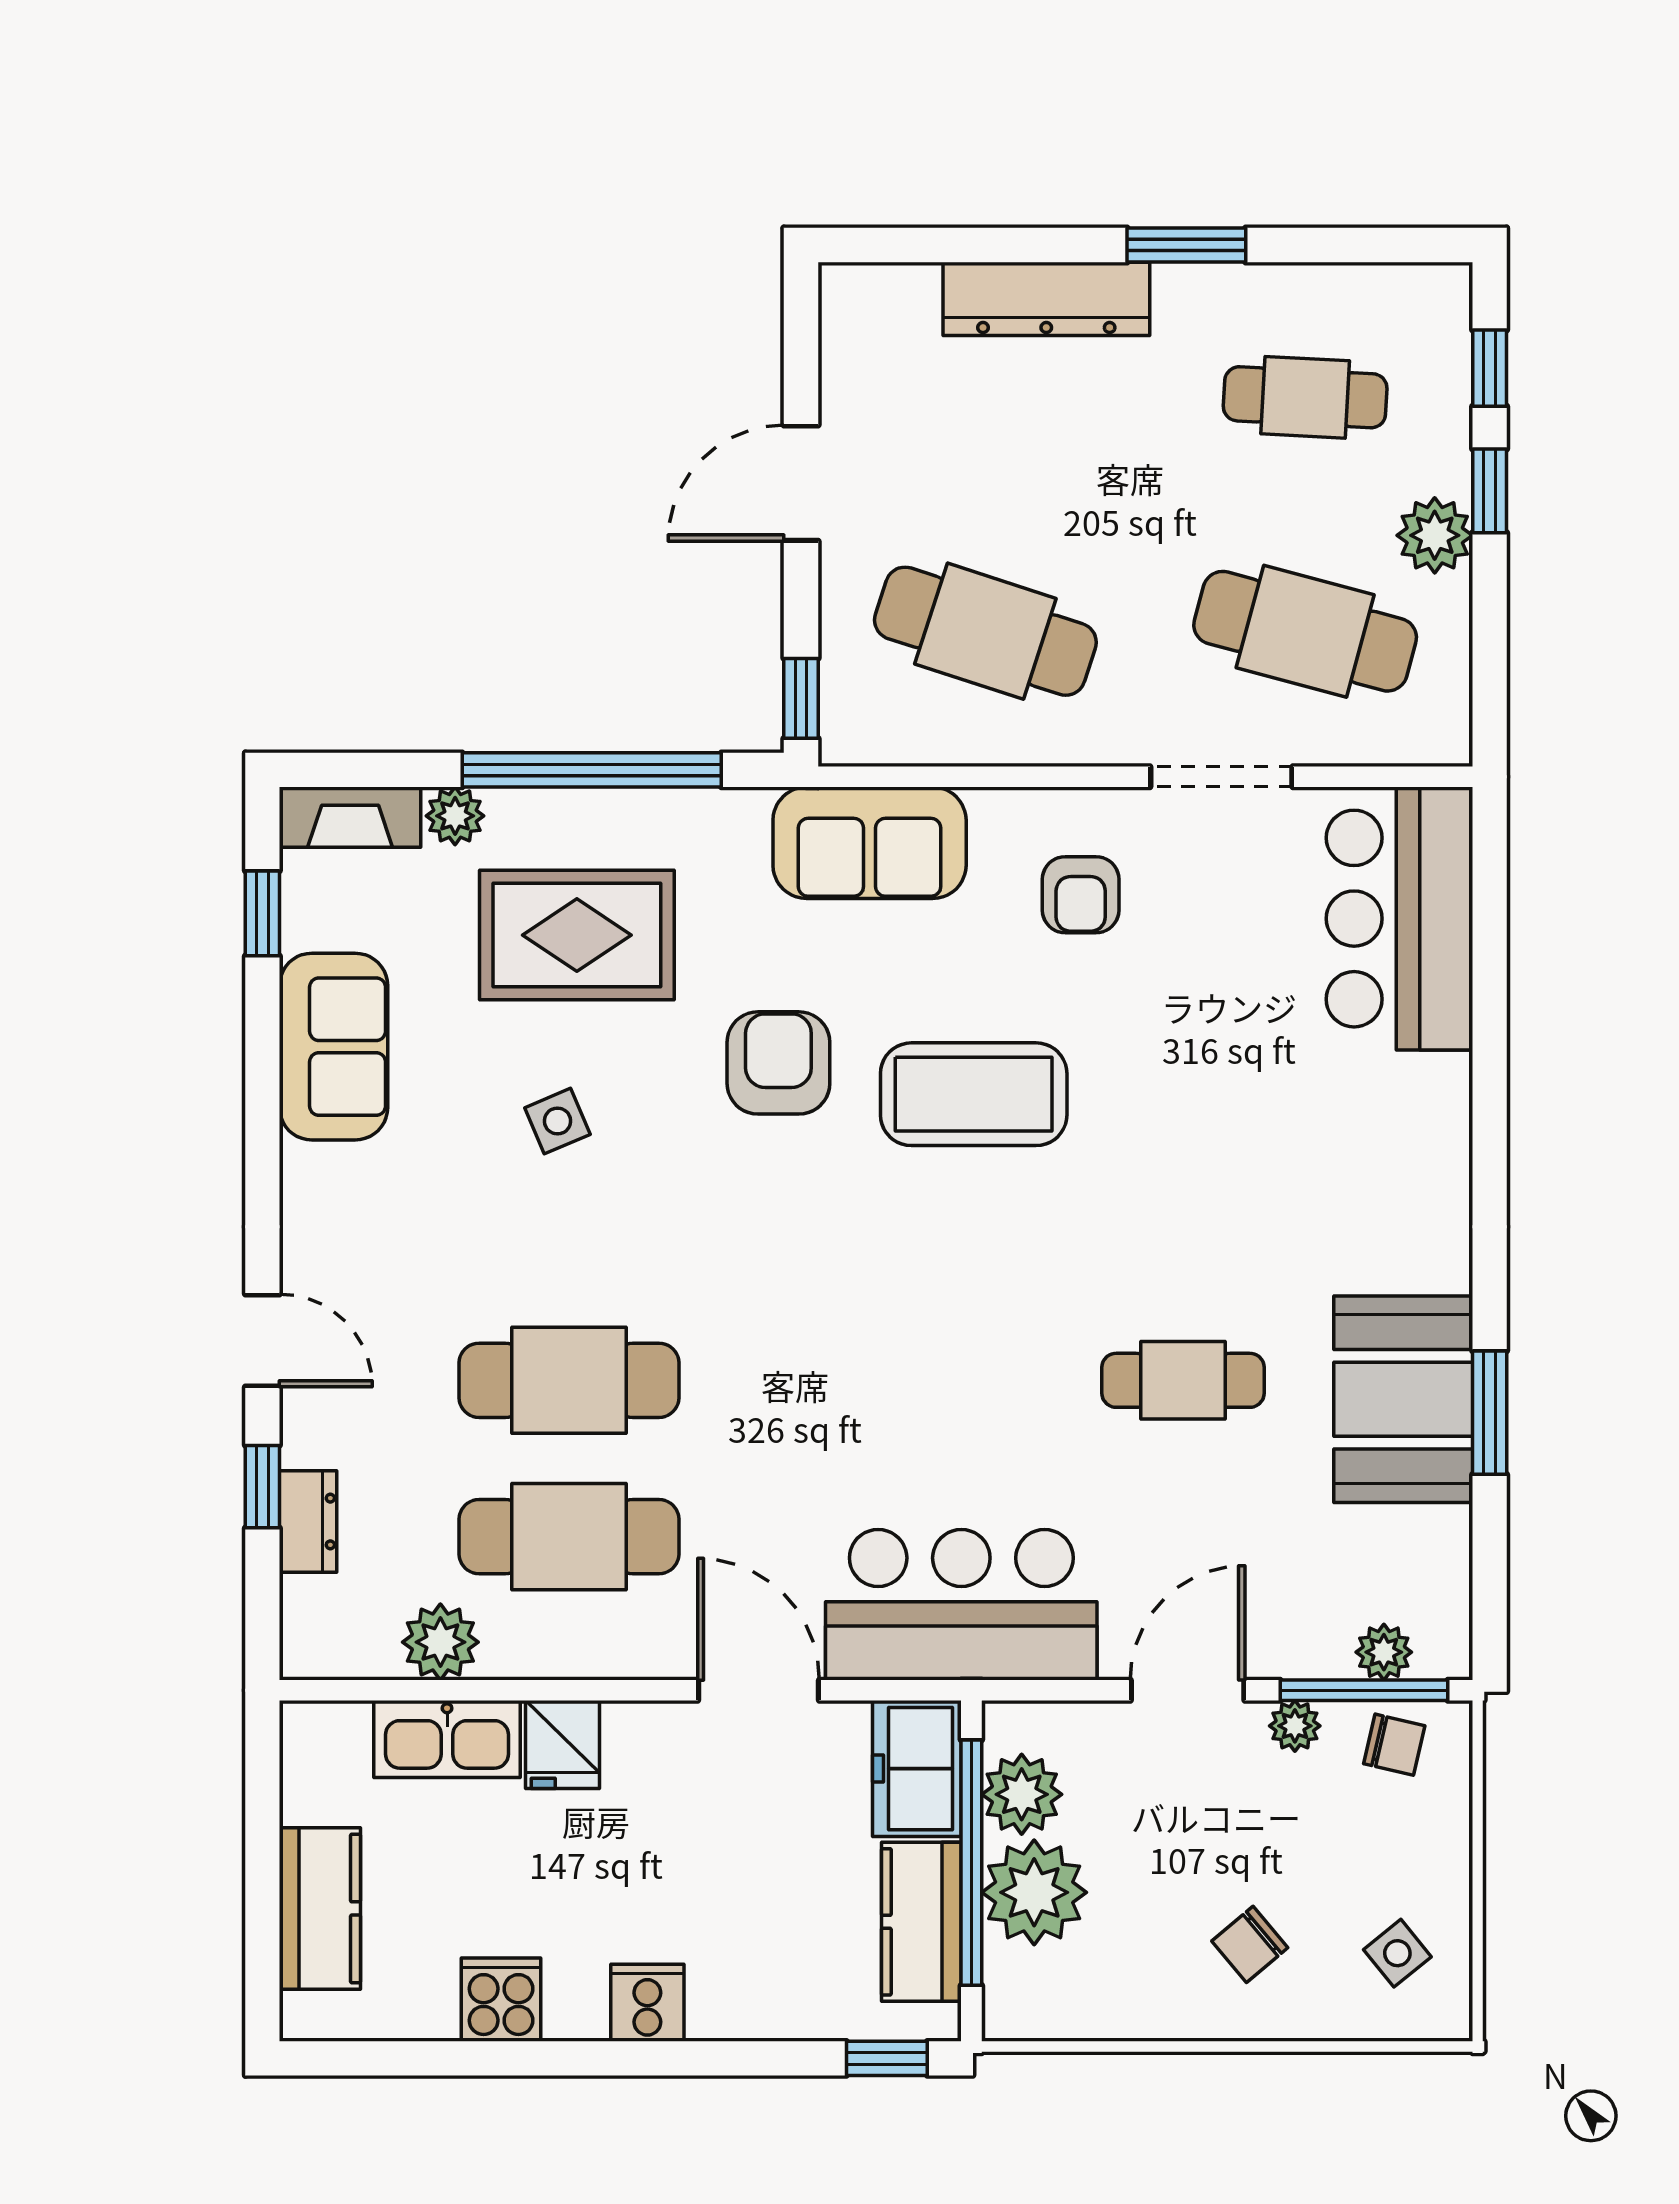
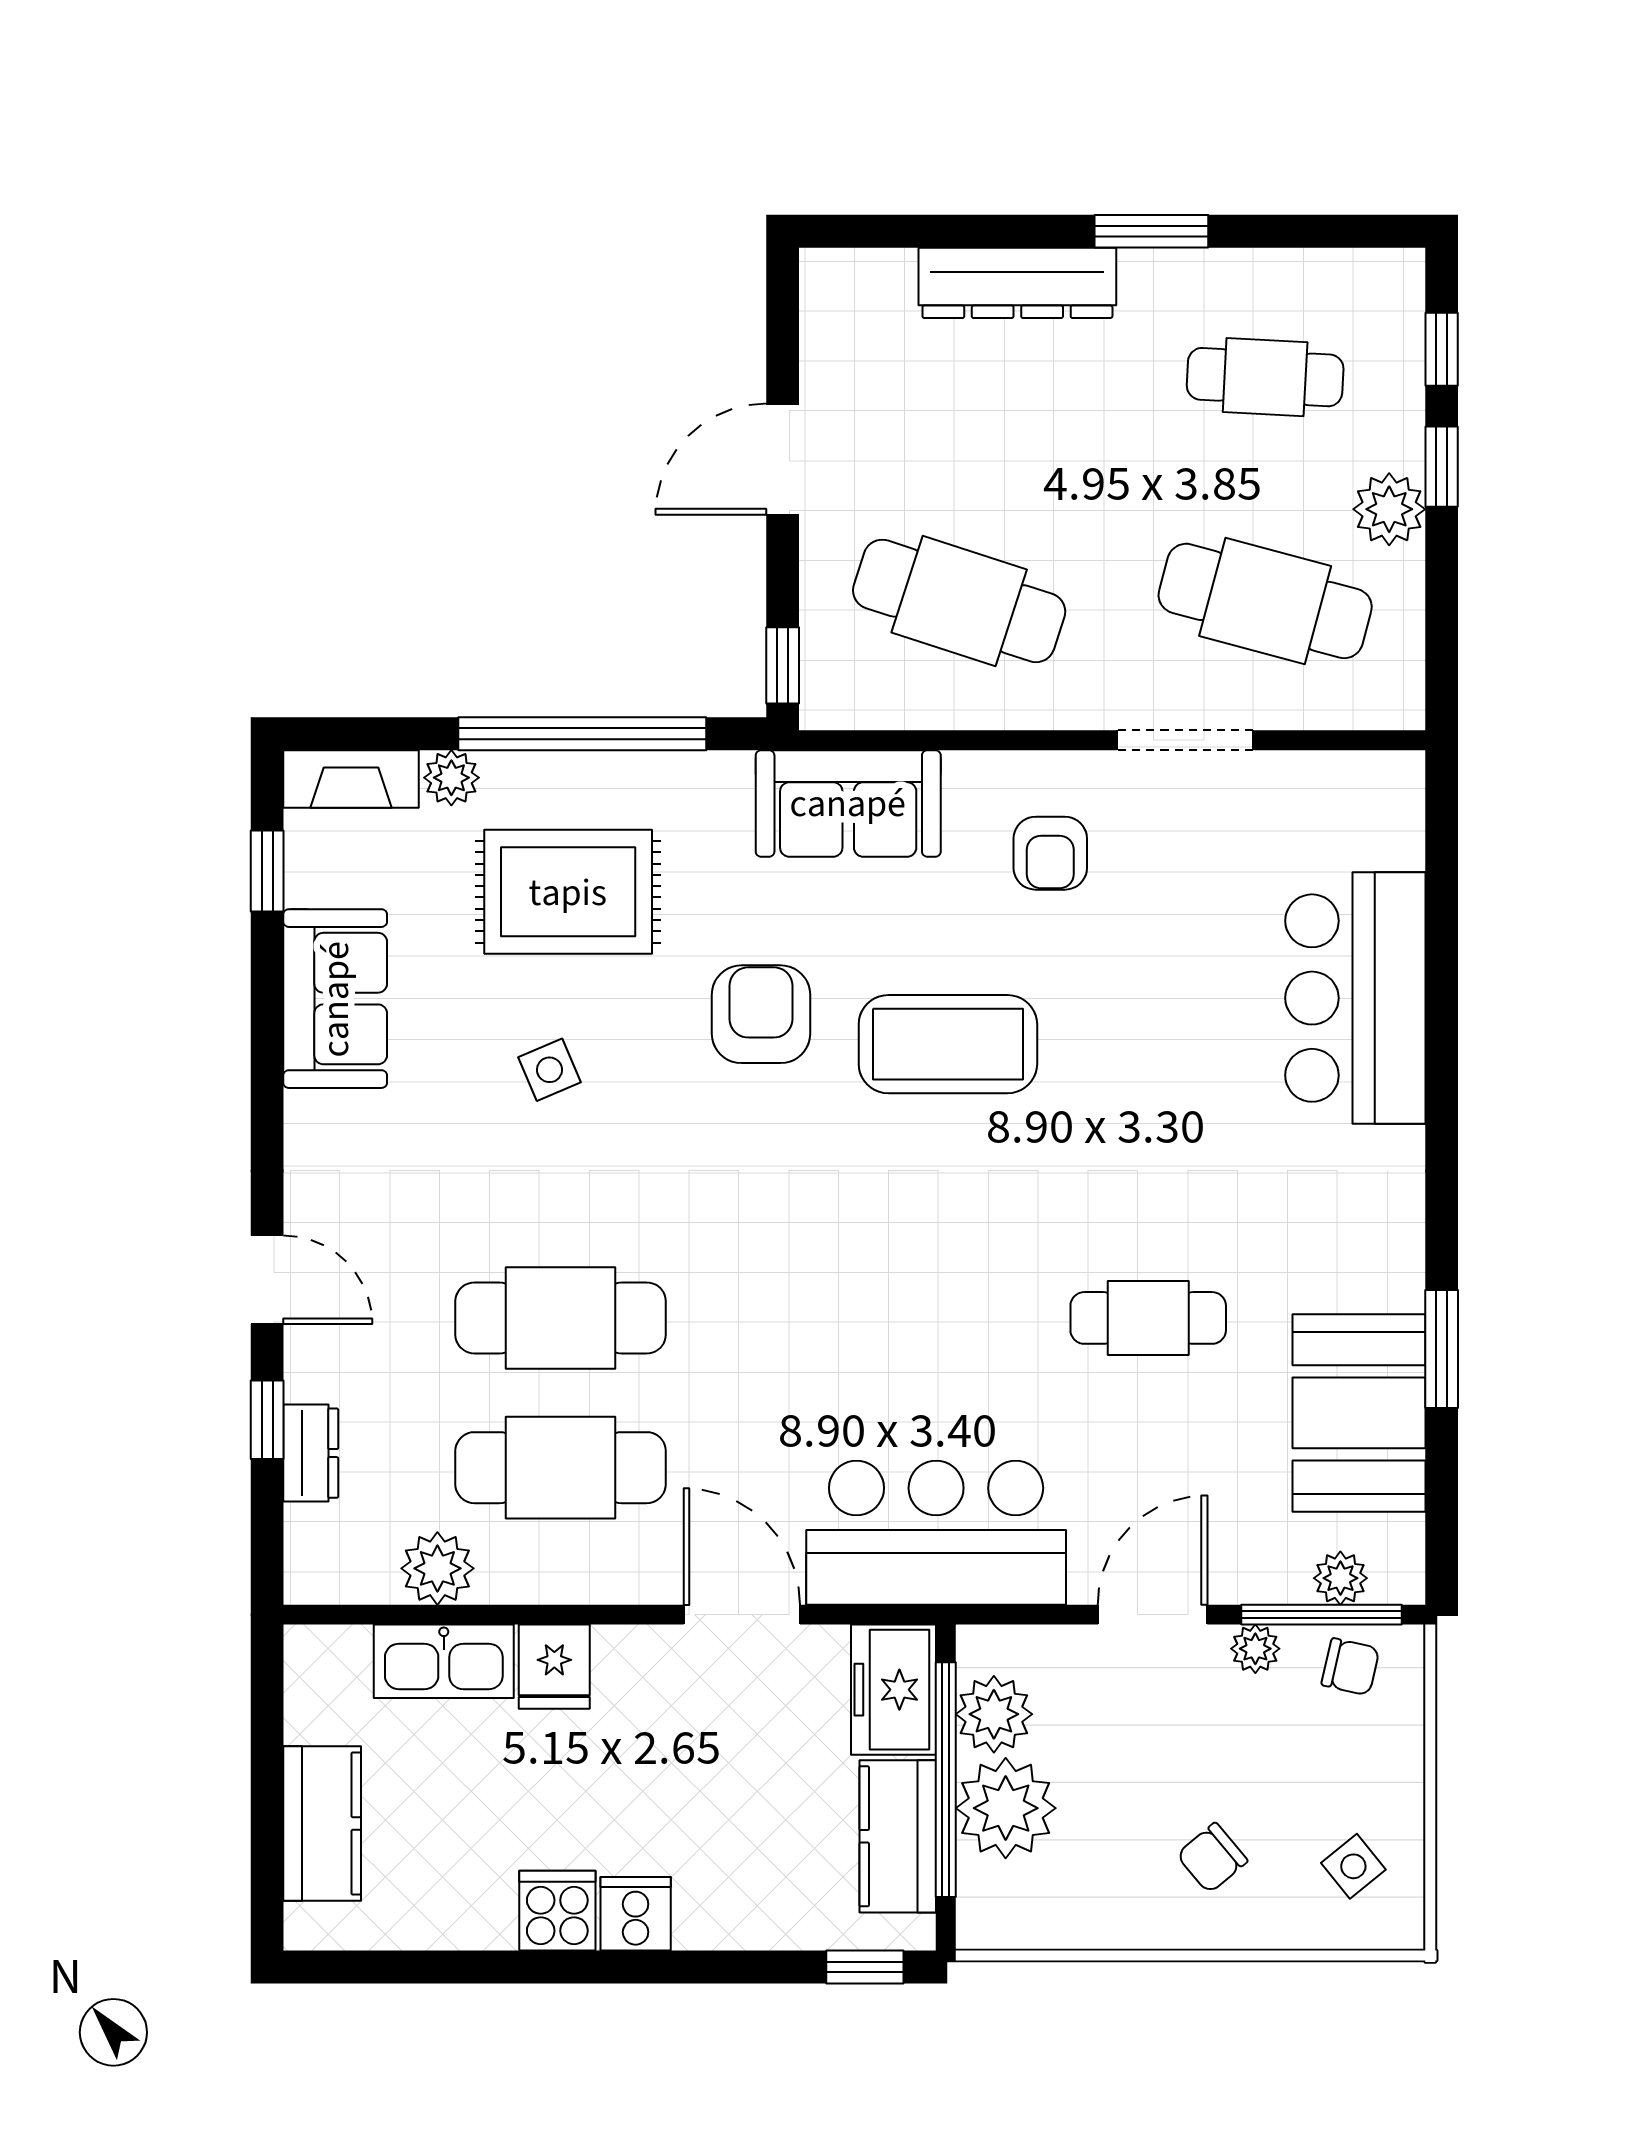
bar counter: (1399, 919) -> (1355, 998), moved
booth: (1403, 1399) -> (1359, 1413), moved
cooker: (501, 2000) -> (557, 1911), moved

